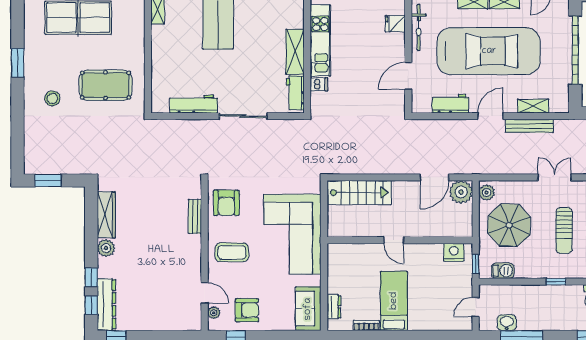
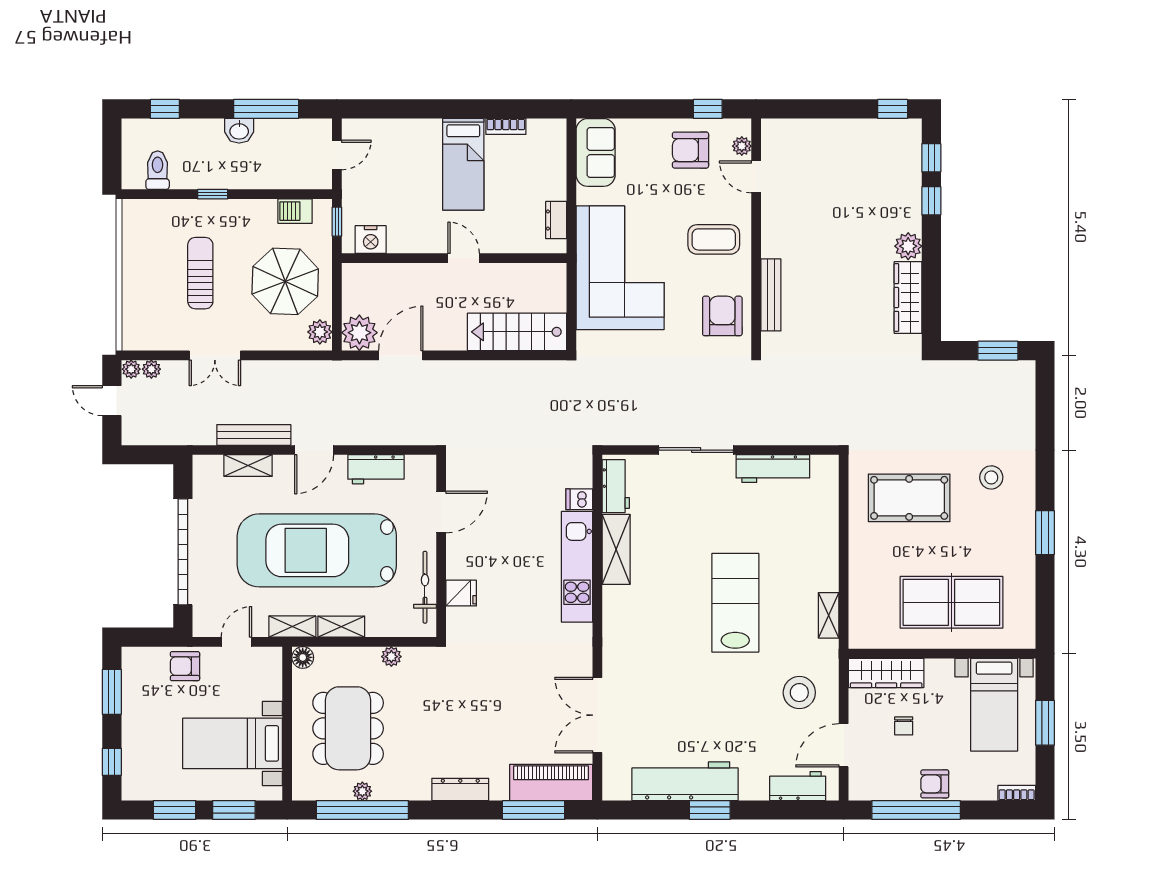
bench: (195, 216) -> (771, 295), width x1.36
dresser: (106, 304) -> (908, 159), removed
dresser: (334, 307) -> (556, 220), moved
washbasin: (507, 323) -> (239, 131), moved

